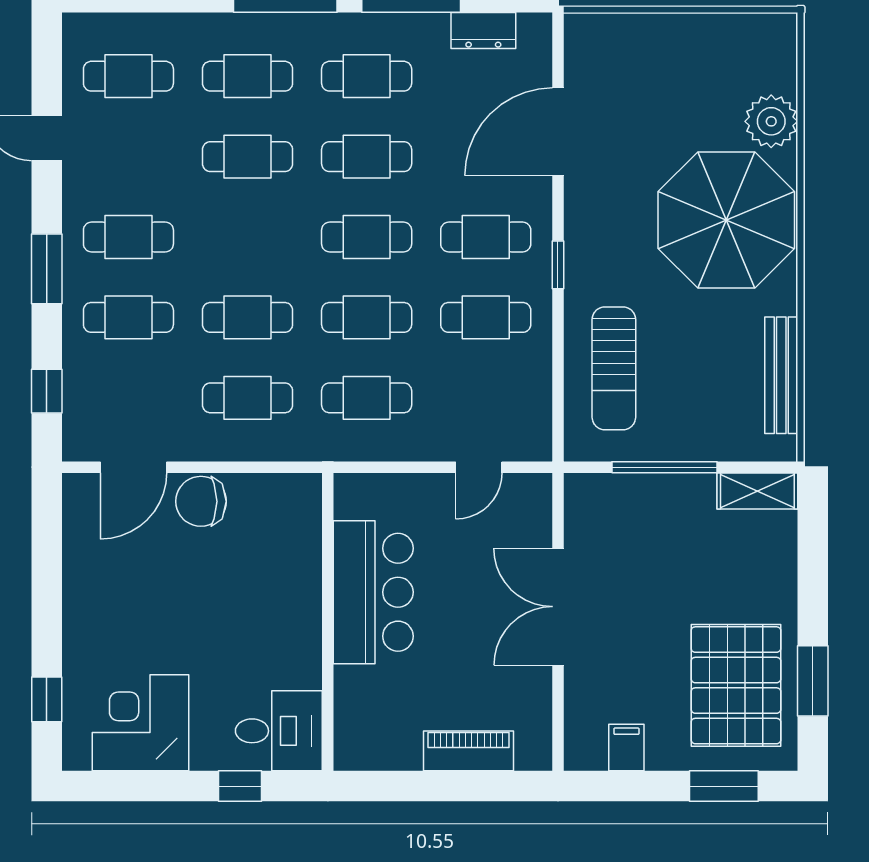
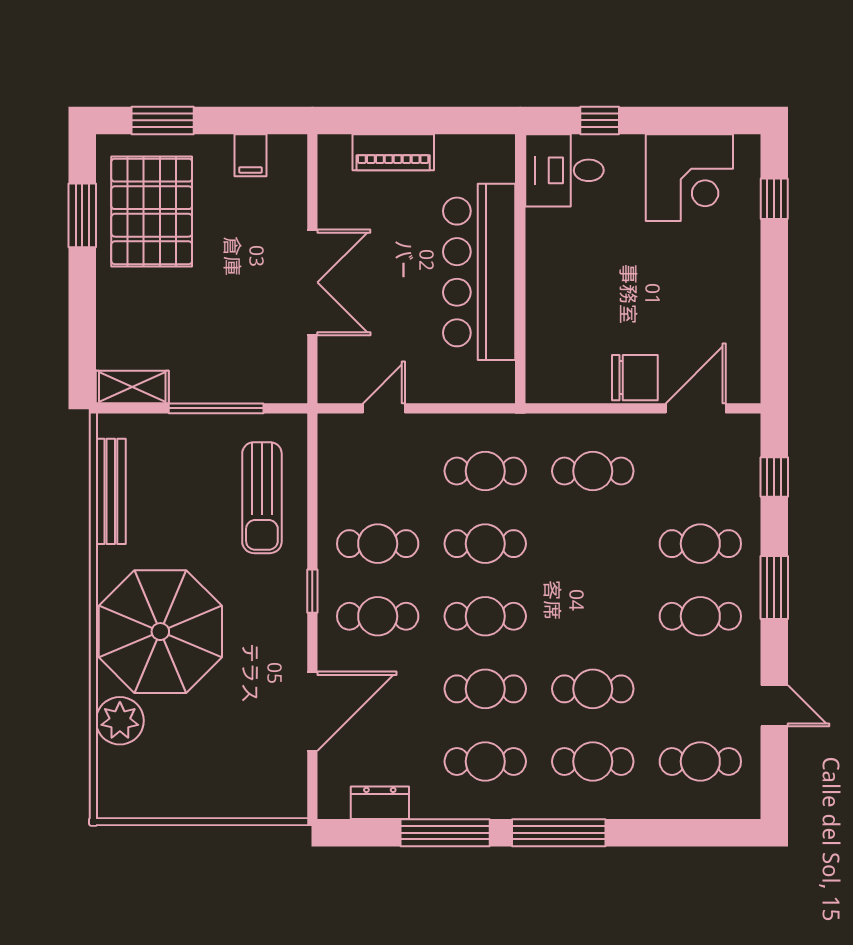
cafe table: (248, 317) -> (593, 544), removed
sun lounger: (614, 368) -> (262, 498), turned 180
bar counter: (373, 592) -> (479, 272), width x1.36

